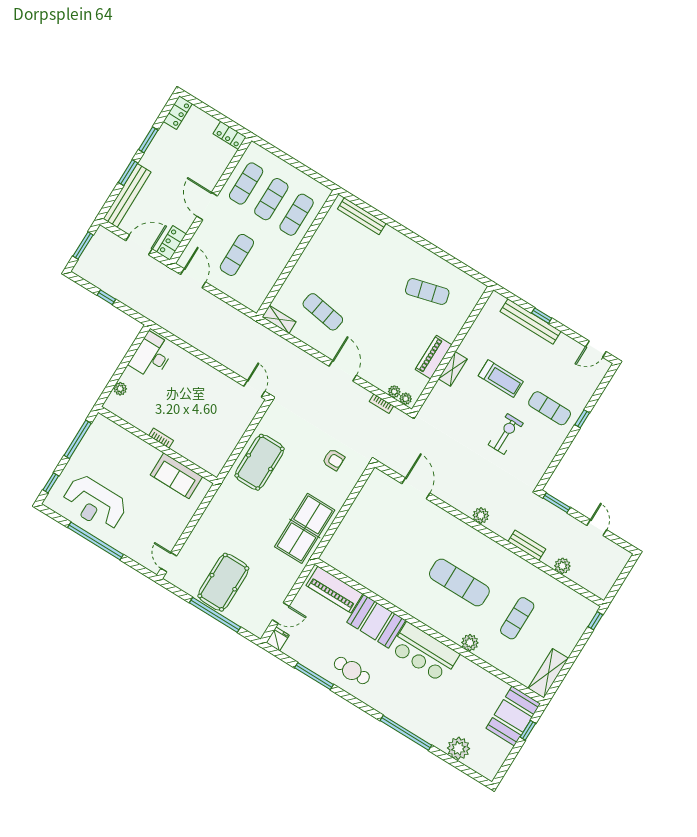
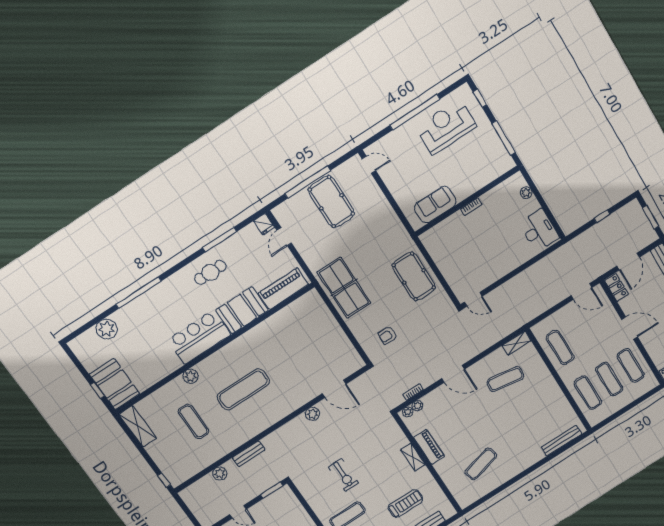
exercise mat: (237, 255) -> (560, 347), moved
treadmill: (501, 379) -> (406, 504), moved, turned 180
plant: (481, 515) -> (312, 414), moved

